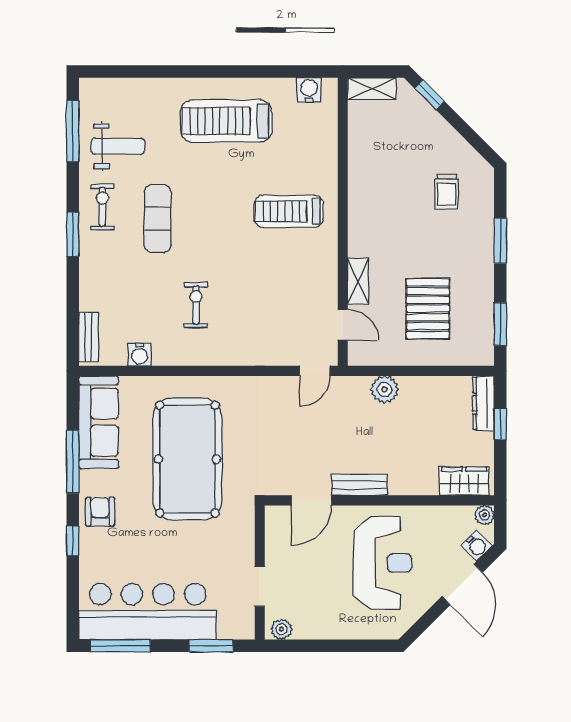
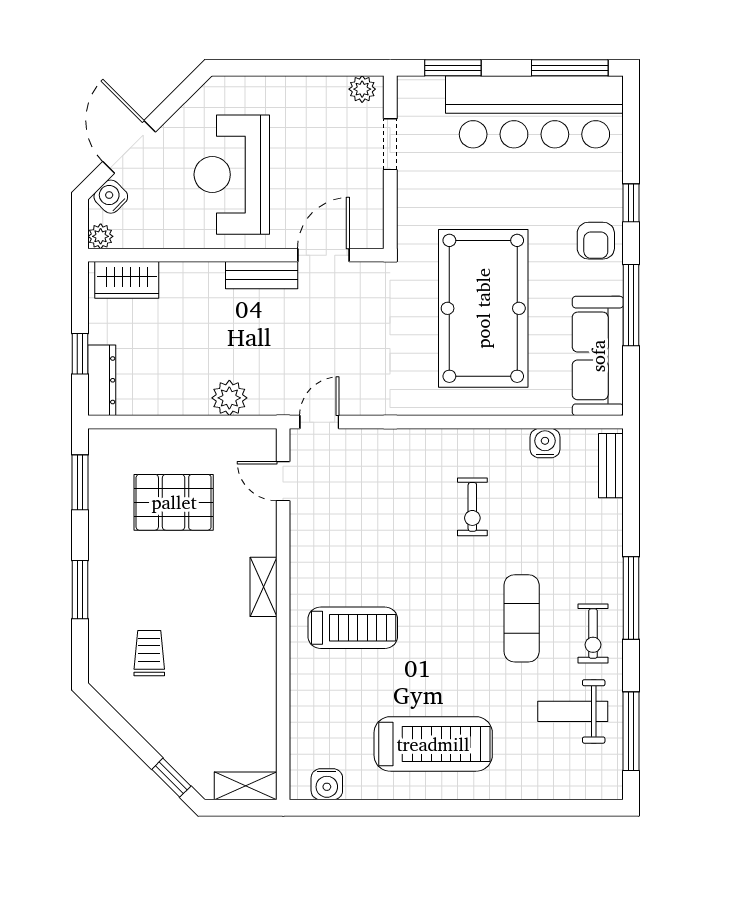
window: (73, 234) -> (631, 598), width x1.44
shelving: (358, 281) -> (263, 587), moved
pallet: (428, 309) -> (174, 502), turned 90

